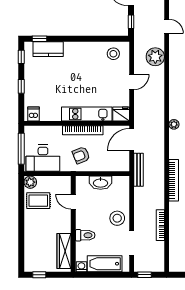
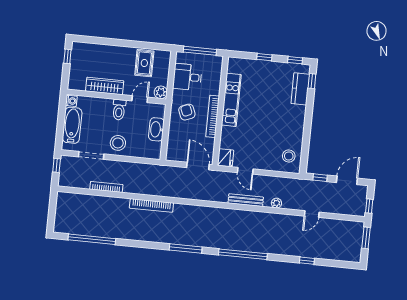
plant: (155, 57) -> (276, 203), width x0.53, depth x0.53
door: (132, 82) -> (245, 171), moved
dishwasher: (33, 114) -> (235, 67), removed
kitchen unit: (87, 114) -> (231, 100), moved
plant: (174, 124) -> (209, 211), removed
desk: (43, 158) -> (187, 77), width x0.73
bench: (139, 170) -> (246, 200), moved
plant: (30, 182) -> (161, 92), moved
toilet: (85, 235) -> (119, 110), moved
wardrobe: (64, 251) -> (105, 86), moved

